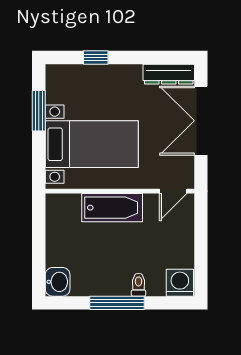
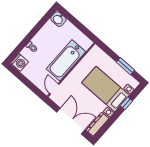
bed with nightstands: (92, 144) -> (105, 89), moved, turned 90
bathtub: (112, 208) -> (66, 60), width x1.36, depth x1.36
window: (117, 303) -> (32, 34), removed

